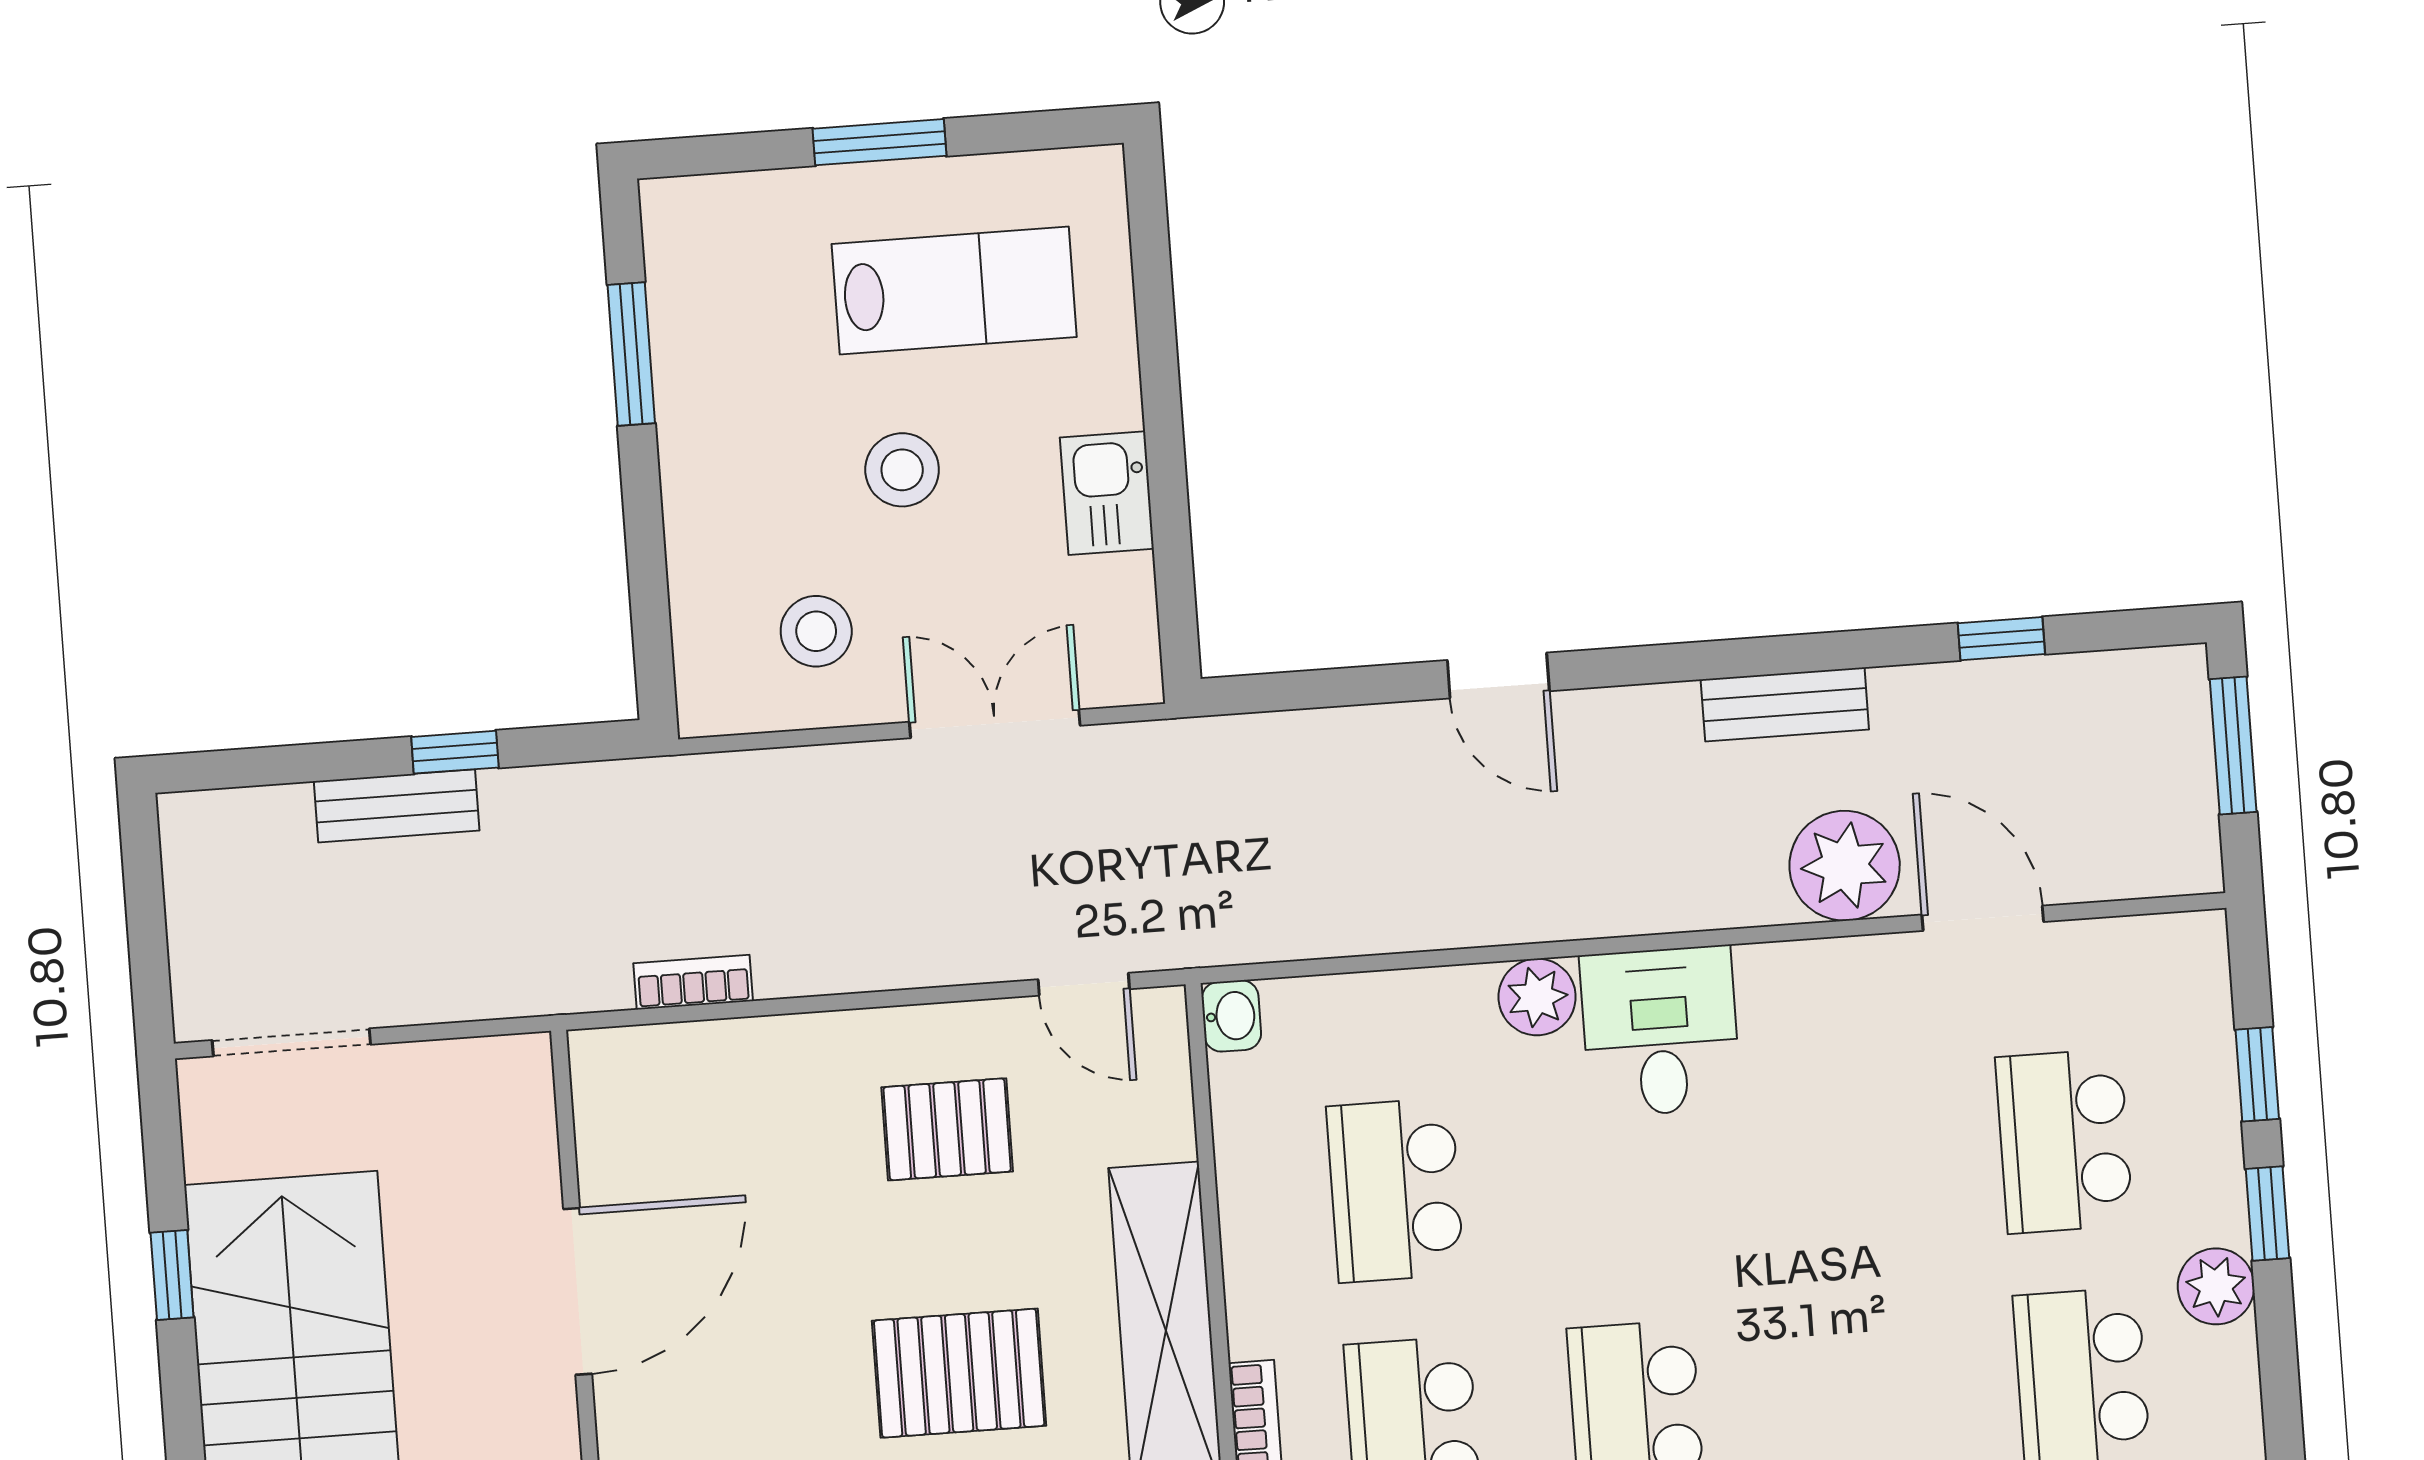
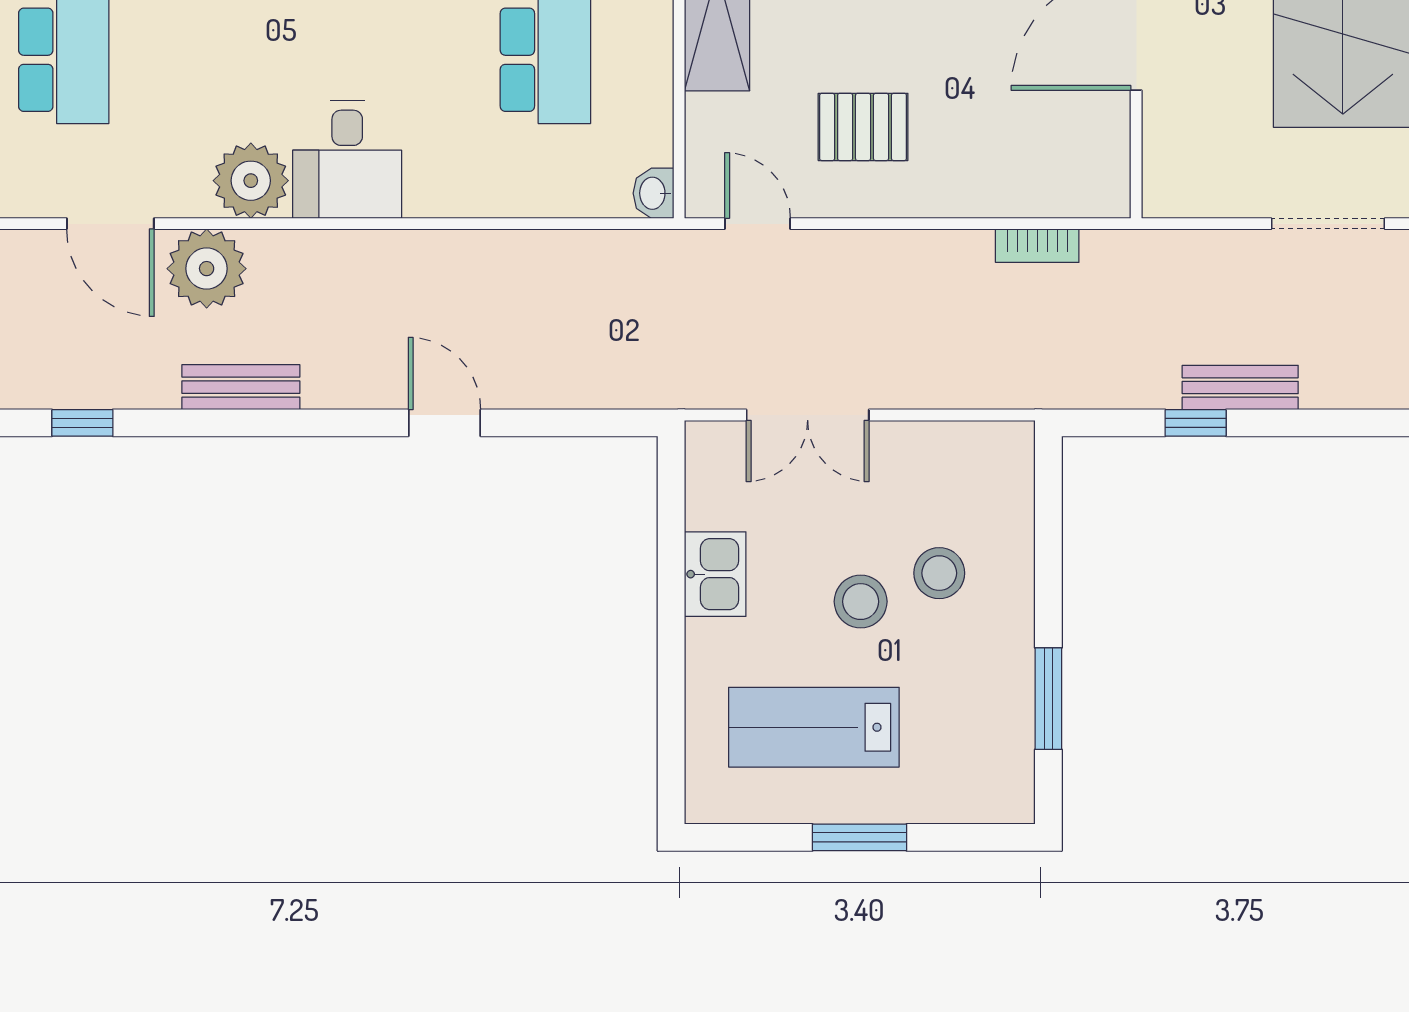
stool: (816, 631) -> (939, 573), moved
plant: (1537, 997) -> (251, 181), moved, width x1.36, depth x1.36

